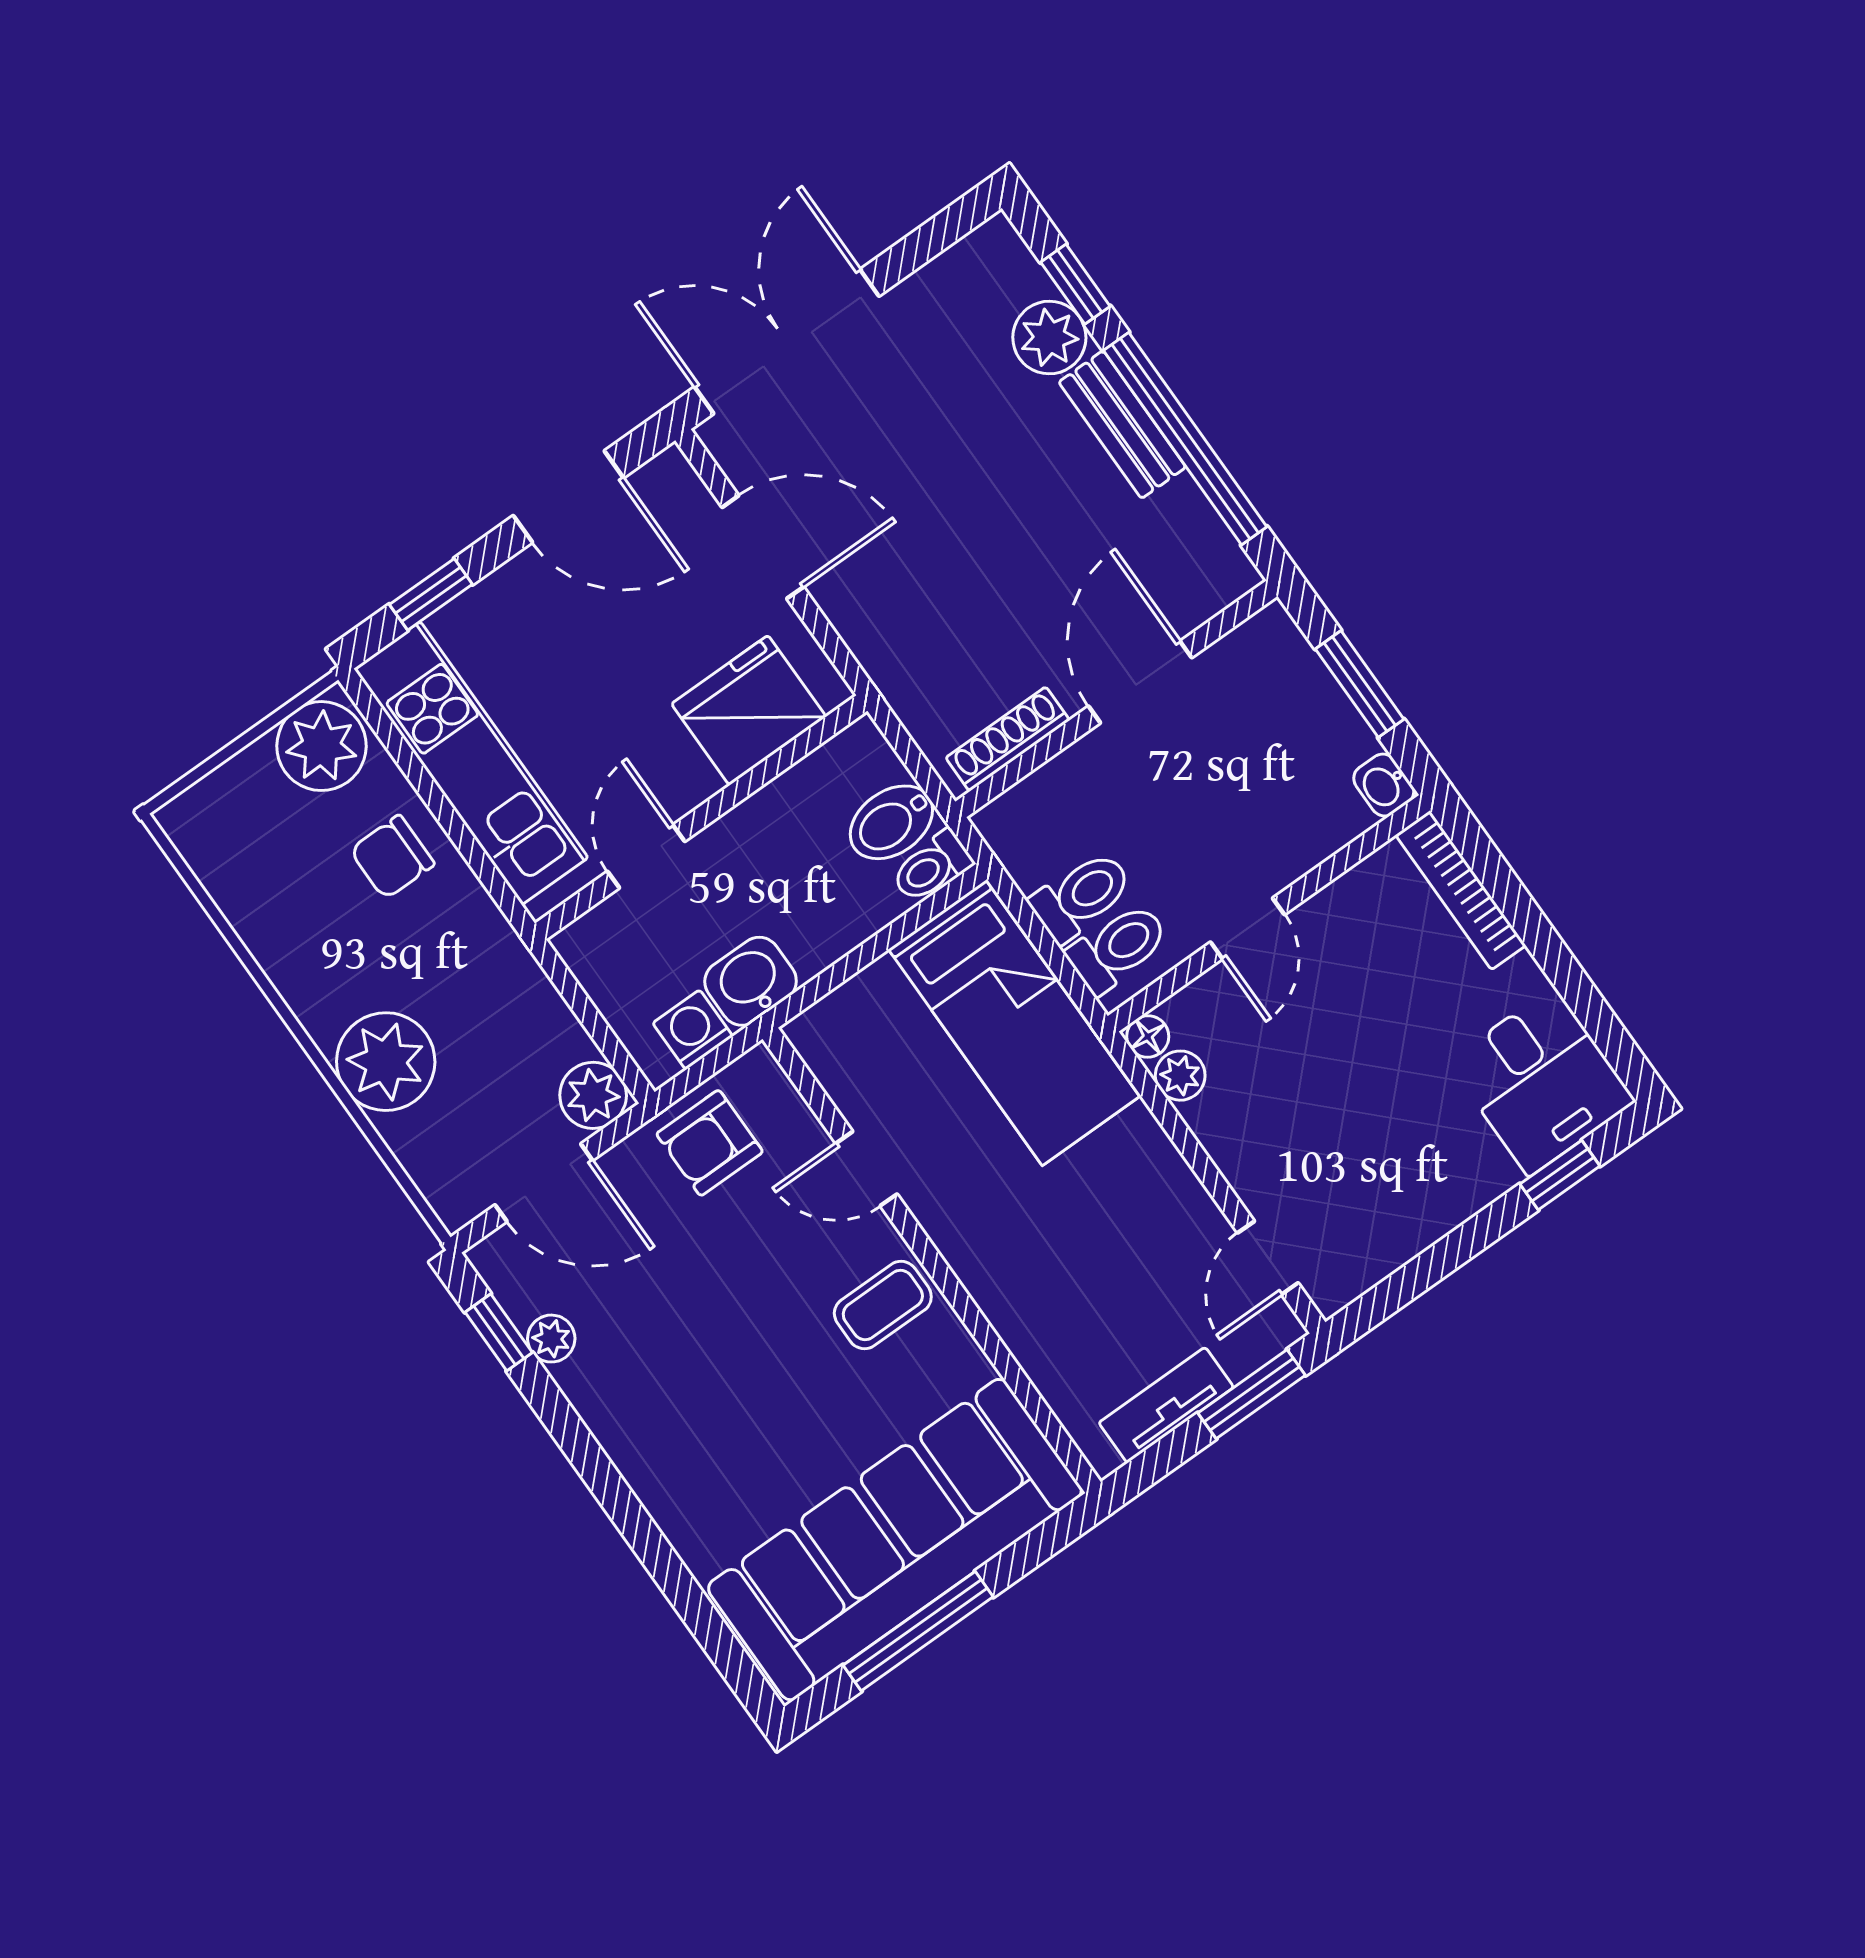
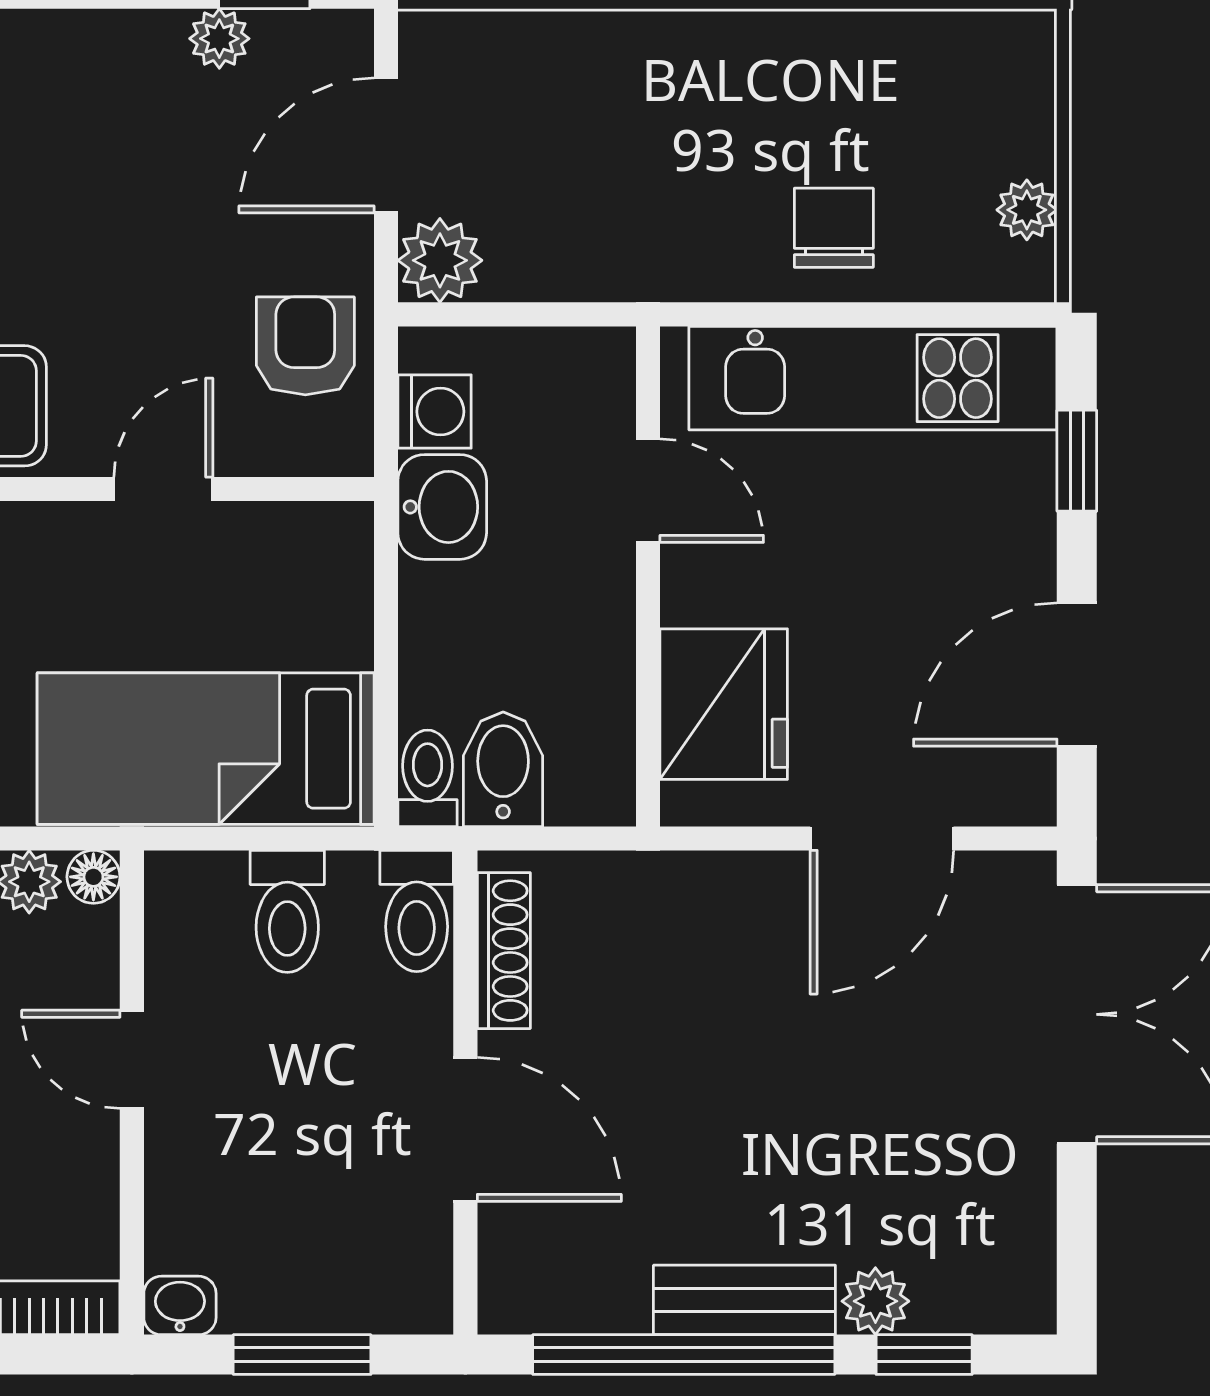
plant: (1049, 338) -> (875, 1301), width x0.73, depth x0.73
plant: (321, 746) -> (1027, 210), width x0.53, depth x0.53
toilet: (1118, 948) -> (417, 911), moved
plant: (386, 1062) -> (627, 71), removed

